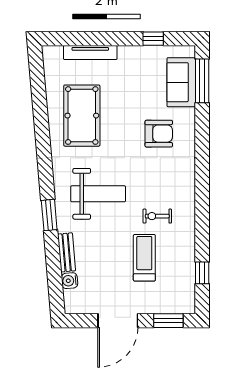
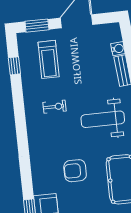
armchair: (159, 134) -> (75, 171), moved
treadmill: (144, 258) -> (49, 59), moved

